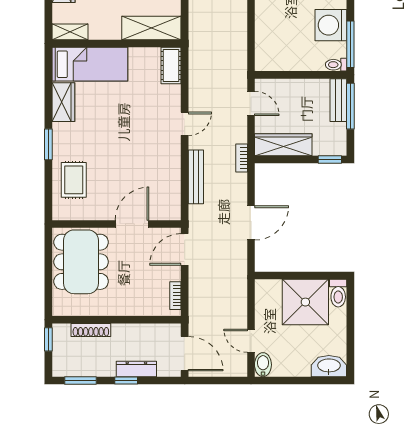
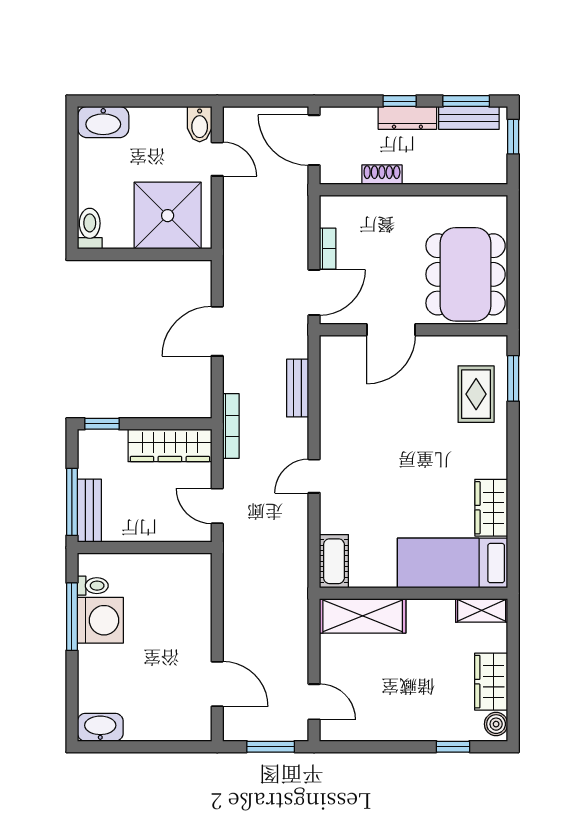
window: (350, 44) -> (72, 617), moved
toilet: (336, 65) -> (93, 586), moved
window: (48, 144) -> (513, 378), moved
bookcase: (242, 158) -> (231, 426), width x1.56
bench: (196, 177) -> (298, 388), width x0.73
bookcase: (175, 296) -> (328, 249), moved
shower: (305, 302) -> (168, 216), moved
shoe rack: (91, 330) -> (382, 175), moved, width x0.70
window: (48, 339) -> (513, 137), moved
bench: (79, 369) -> (469, 118), added
dresser: (136, 369) -> (407, 118), moved

